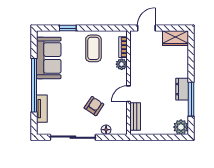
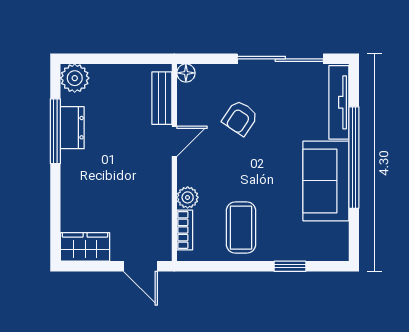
door: (146, 28) -> (140, 266), hinge flipped
sofa: (49, 58) -> (326, 181), moved
dresser: (182, 89) -> (72, 128), moved
tv unit: (42, 109) -> (339, 102), width x1.41
floor lamp: (106, 130) -> (186, 73), moved

